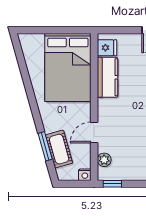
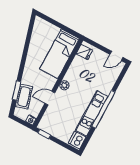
bed: (68, 67) -> (60, 54), width x0.67
kitchen counter: (107, 77) -> (75, 70), removed
plant: (104, 160) -> (64, 85), moved

